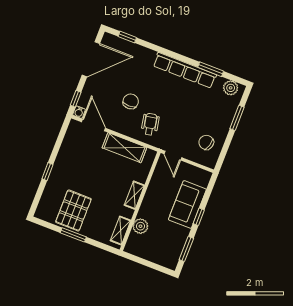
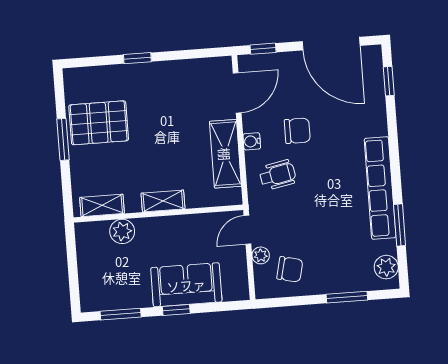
water cooler: (79, 112) -> (252, 141), moved
chair: (206, 142) -> (290, 269), turned 87
plant: (191, 155) -> (261, 255), added

